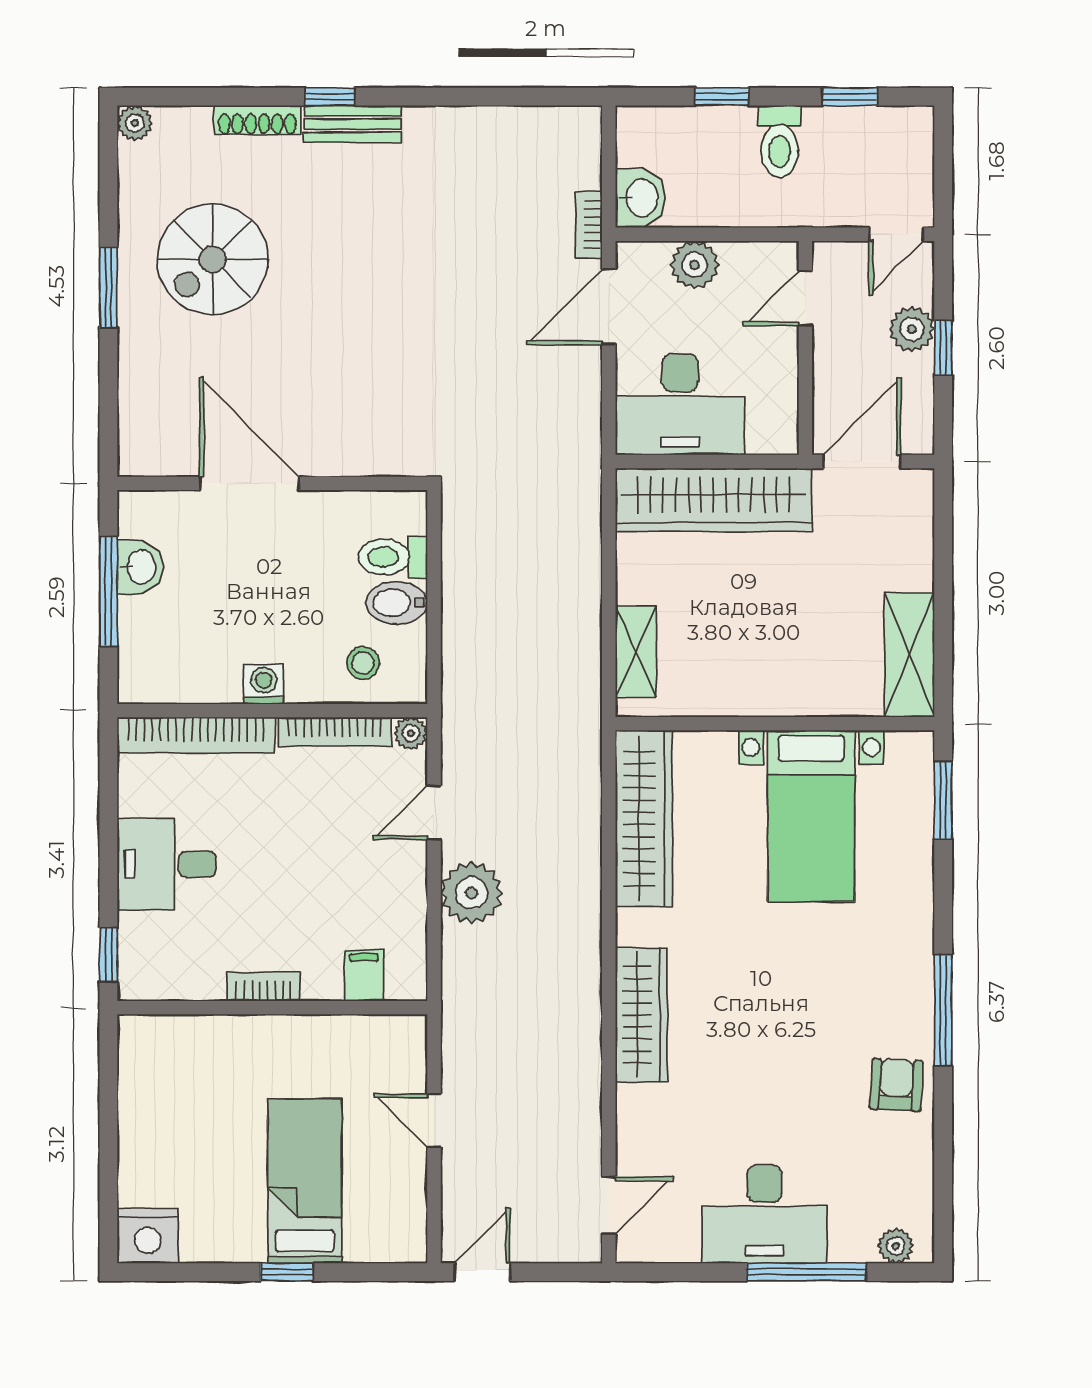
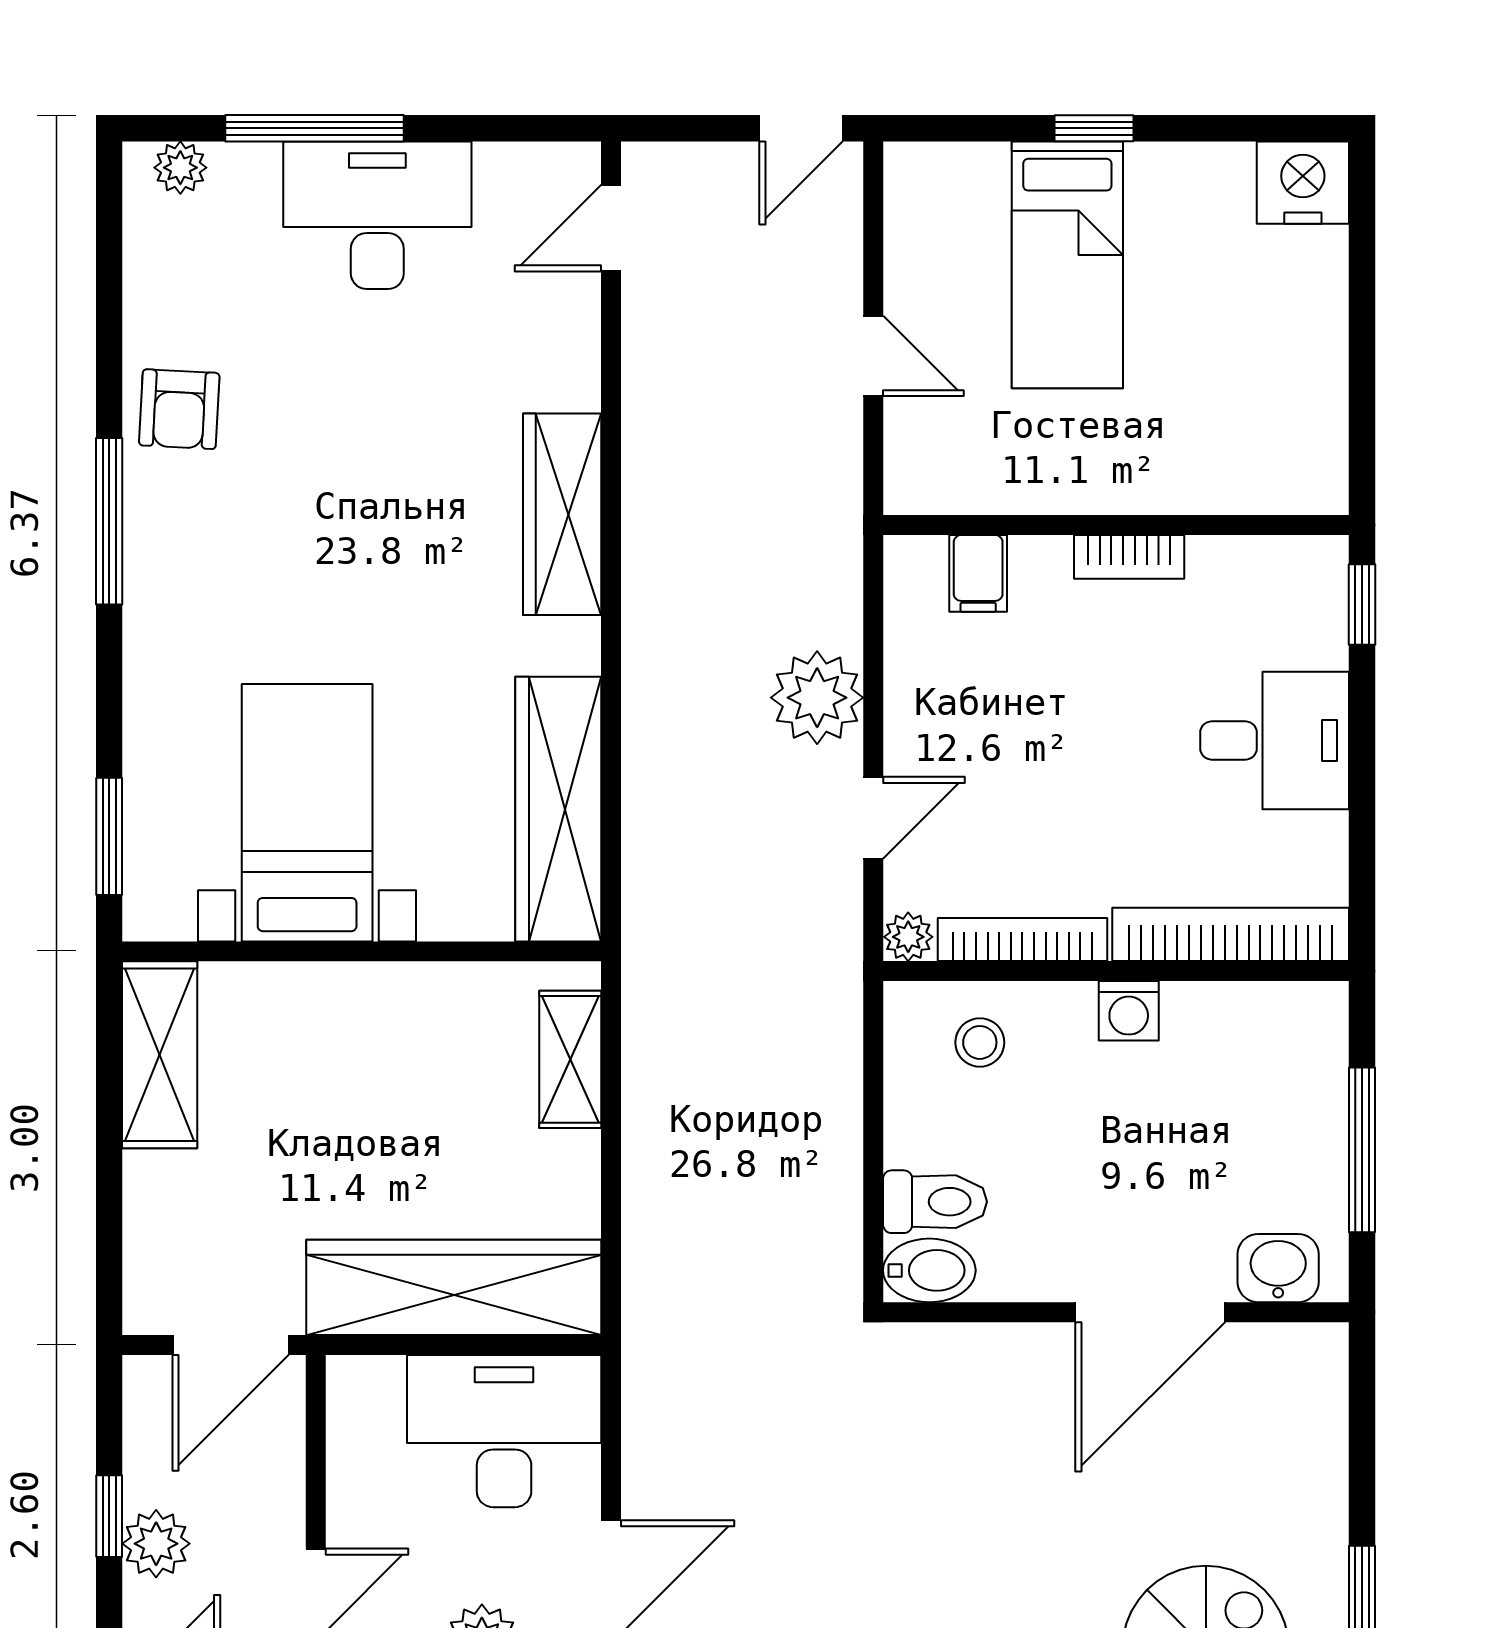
door: (249, 483) -> (1150, 1312), hinge flipped
washbasin: (140, 567) -> (1278, 1268), moved, turned 90
bidet: (397, 603) -> (929, 1270), moved

